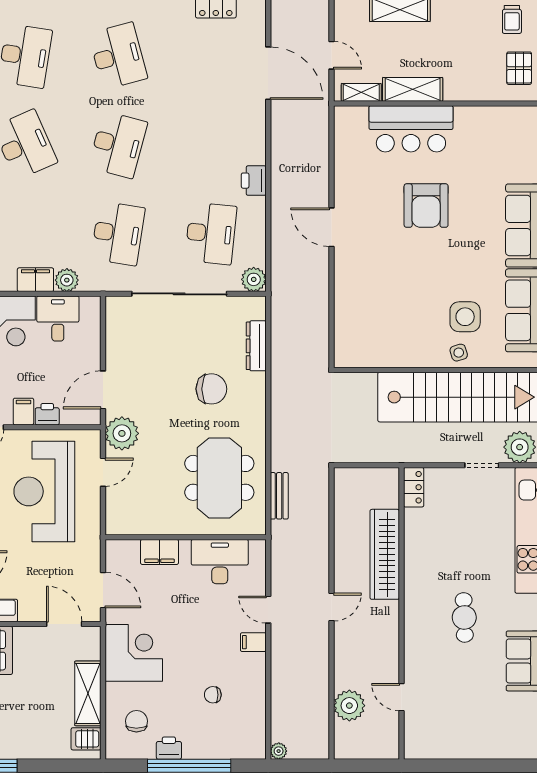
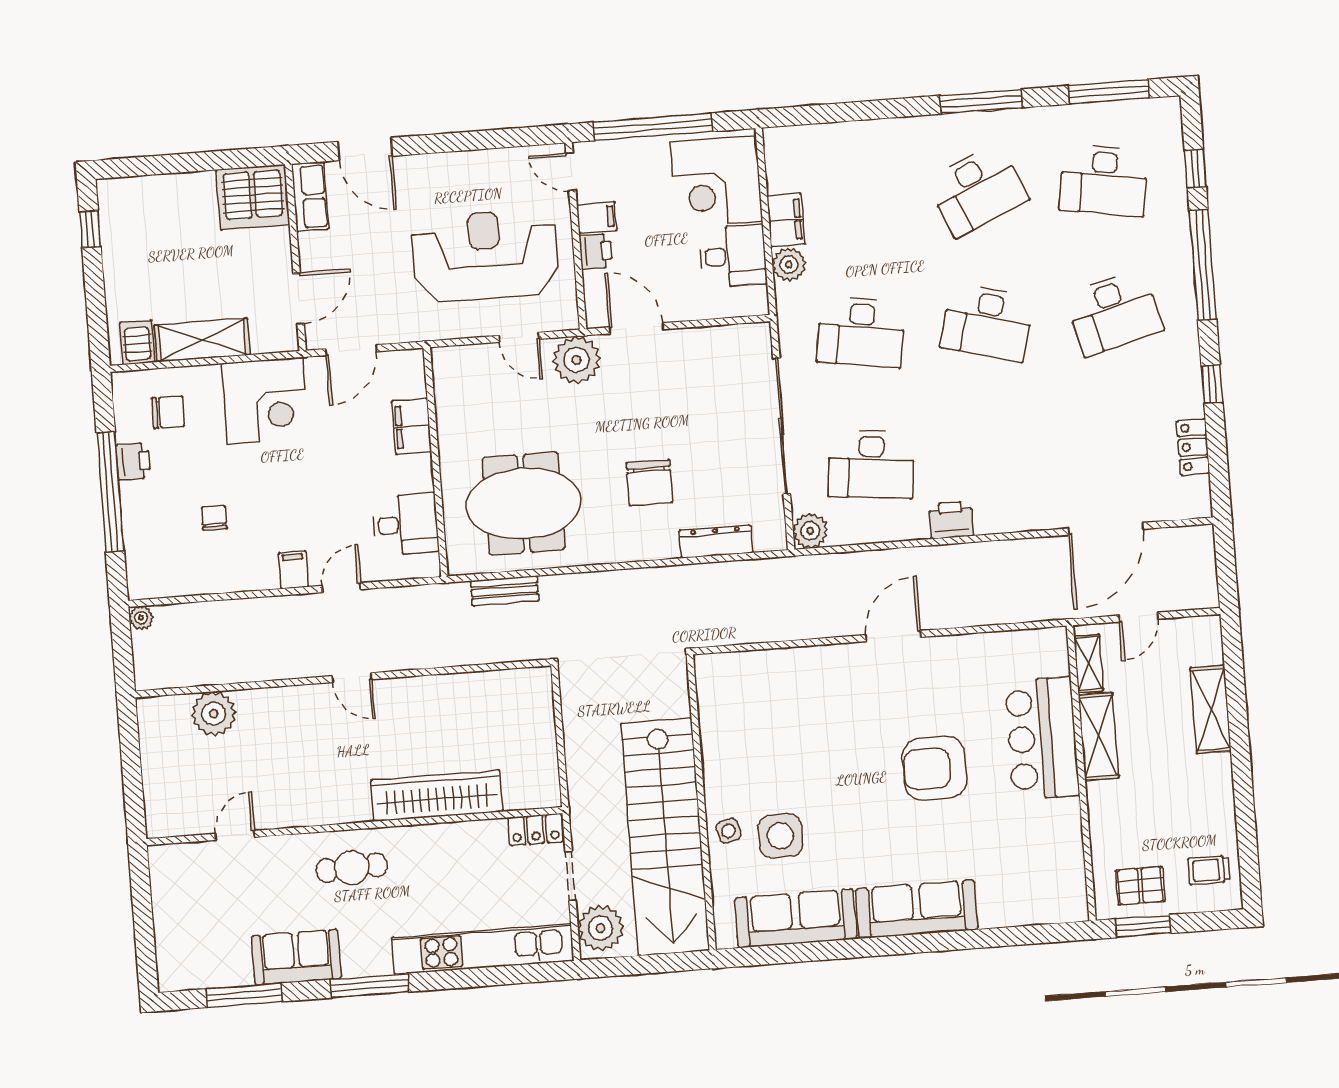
locker: (414, 487) -> (535, 830), moved
wardrobe: (385, 554) -> (437, 796), moved
desk: (220, 562) -> (405, 524), width x0.73
wall: (401, 613) -> (354, 826), moved
door: (401, 697) -> (235, 835), moved

